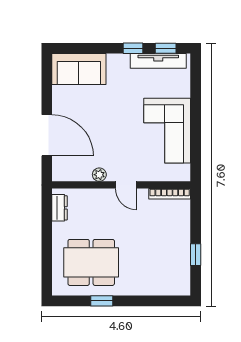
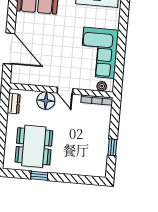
plant: (99, 175) -> (102, 86), moved
floor lamp: (102, 200) -> (46, 101), added
dining table: (91, 262) -> (34, 146), turned 90

